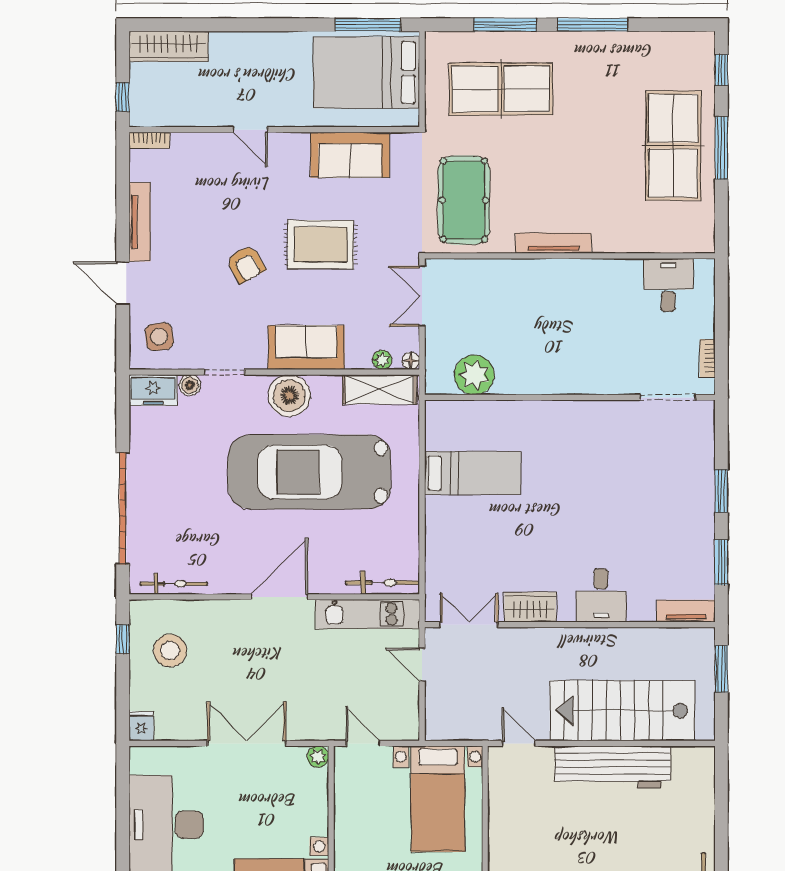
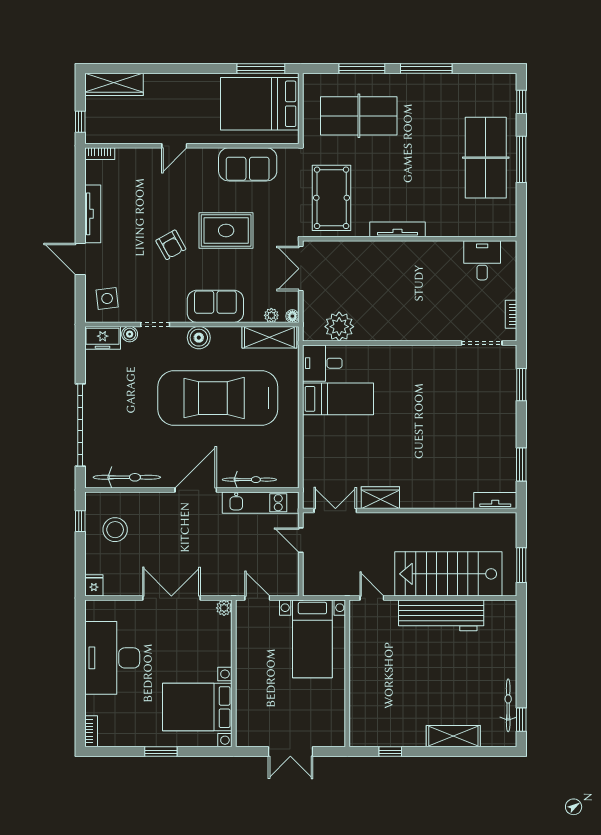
door: (250, 130) -> (174, 146), hinge flipped
boiler: (289, 396) -> (199, 338), width x0.73, depth x0.73
window: (721, 491) -> (521, 385), moved
bicycle: (383, 583) -> (249, 480), moved
bicycle: (174, 584) -> (127, 477), width x1.37, depth x1.40
desk: (601, 595) -> (322, 363), moved, turned 90
window: (721, 669) -> (521, 565), moved

